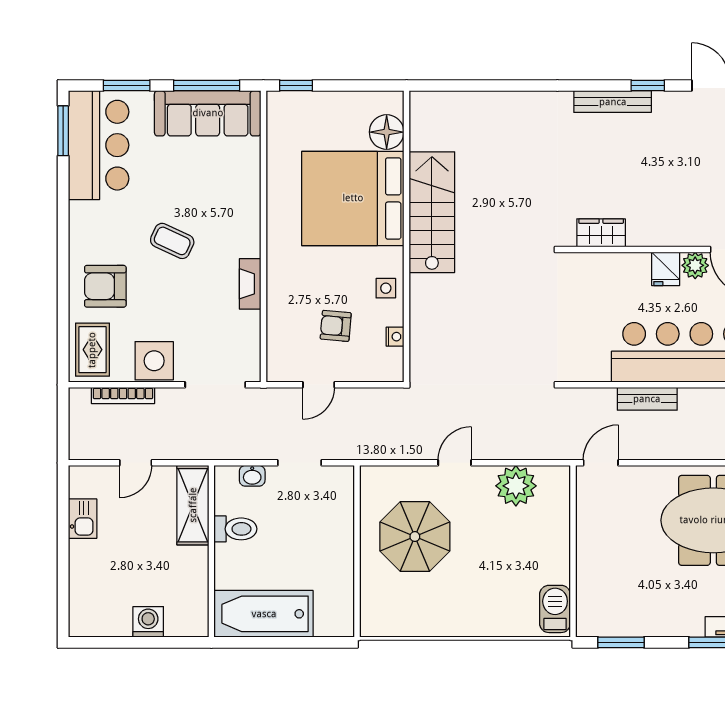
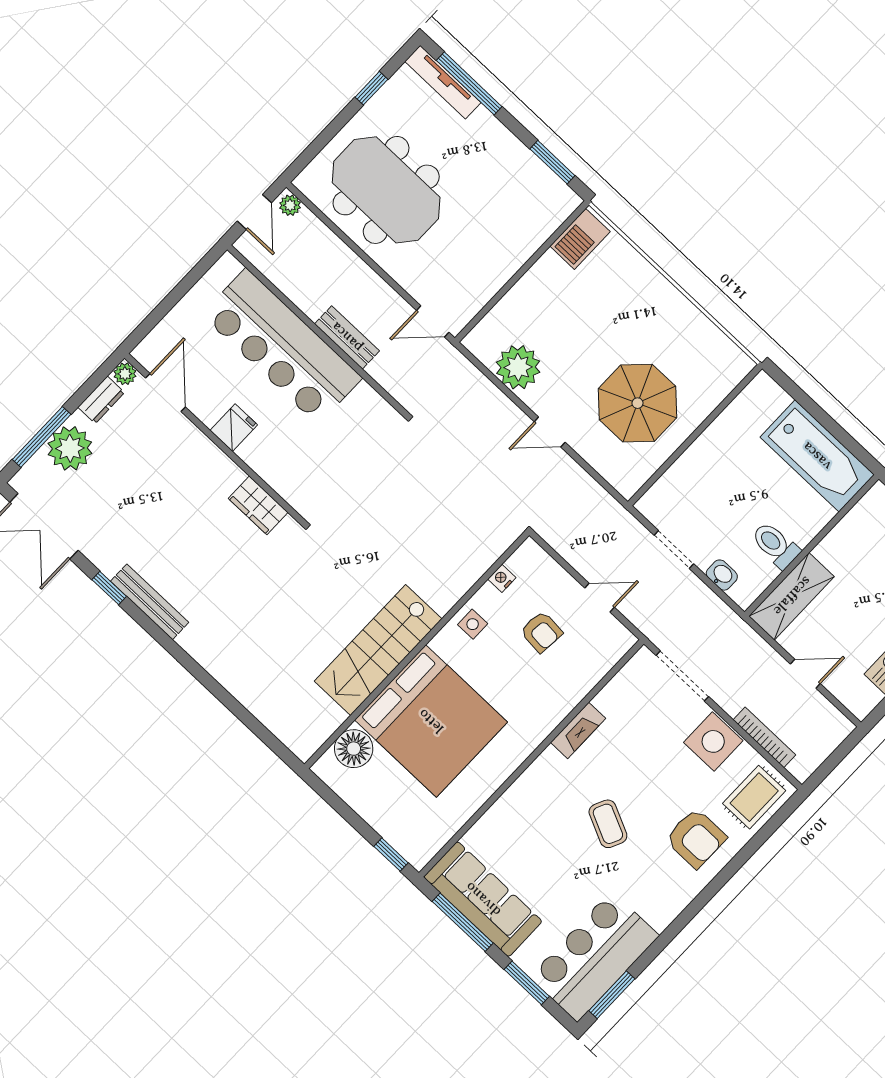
plant: (695, 265) -> (208, 408), removed

